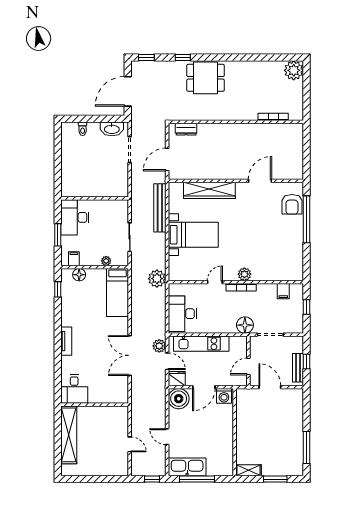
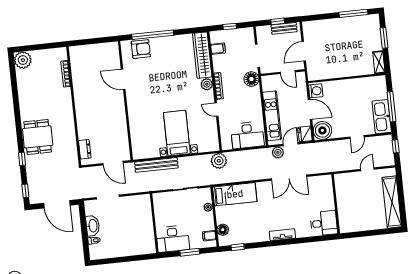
washbasin: (112, 129) -> (93, 226), moved
wardrobe: (209, 190) -> (202, 55), moved, turned 180
shelving: (69, 435) -> (392, 202), moved, turned 90

